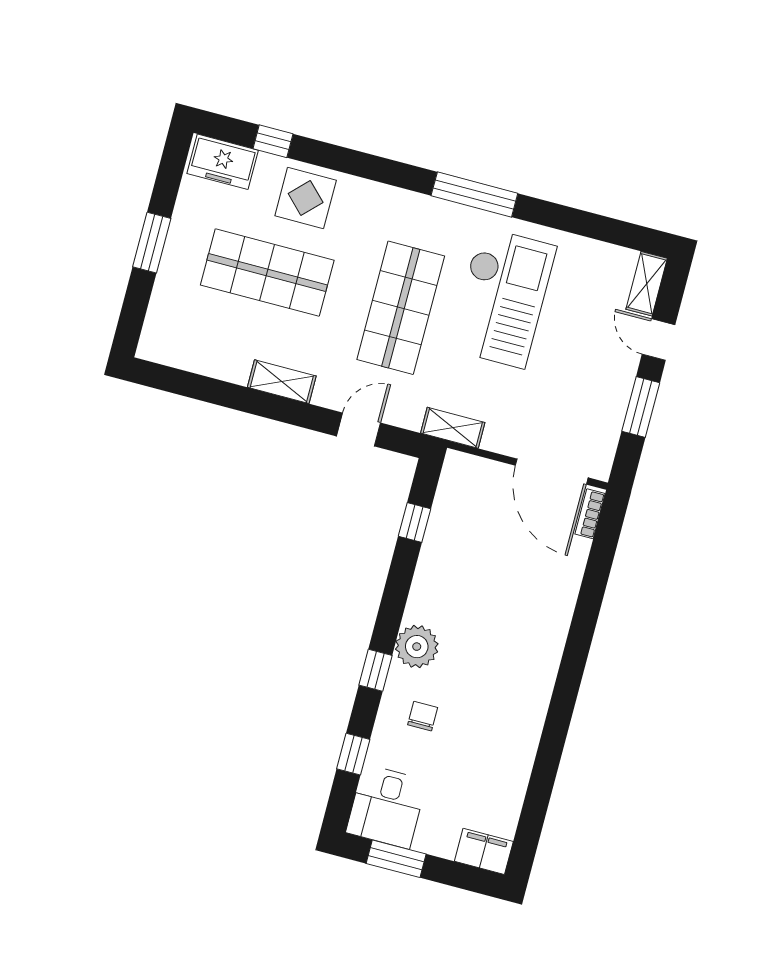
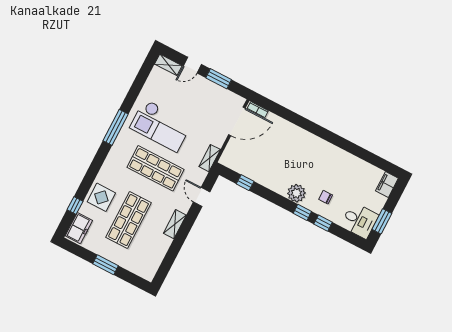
checkout: (502, 298) -> (161, 125), turned 180
window: (353, 754) -> (323, 223), moved

